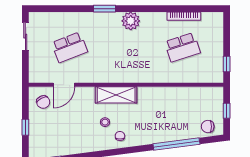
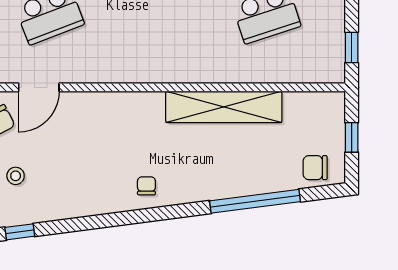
shelving: (116, 95) -> (224, 107), moved, width x1.47
stool: (105, 122) -> (16, 176), moved

